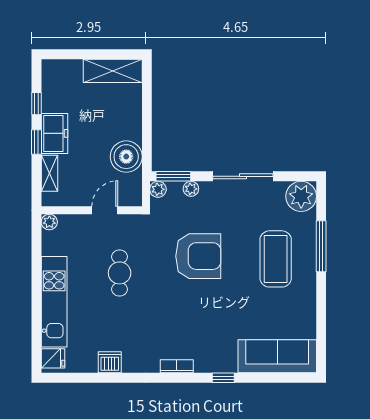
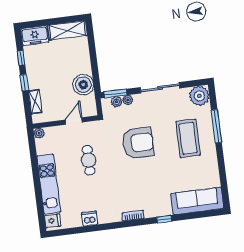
freezer: (54, 133) -> (35, 36), moved, turned 90
plant: (158, 189) -> (117, 102), moved

